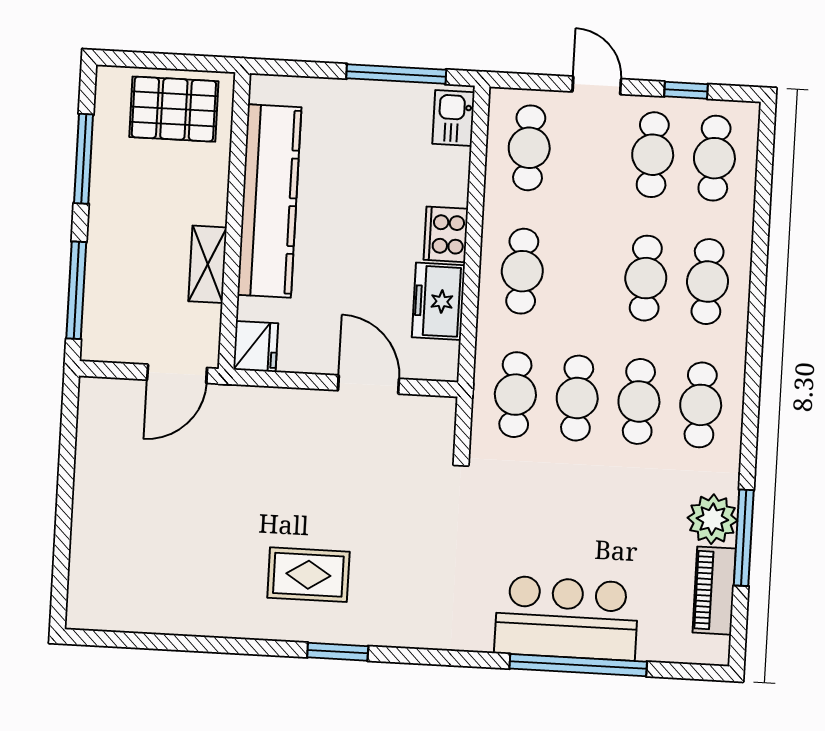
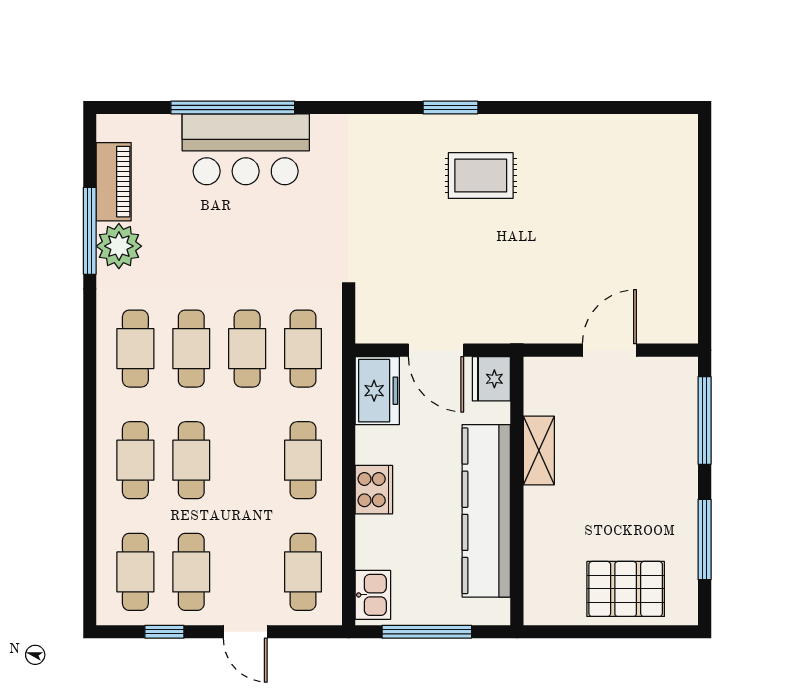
kitchen counter: (269, 201) -> (486, 511), moved
wall: (234, 221) -> (517, 491), moved
shelving: (208, 264) -> (539, 451), moved
freezer: (438, 301) -> (377, 391), moved
fridge: (256, 346) -> (491, 379), moved

